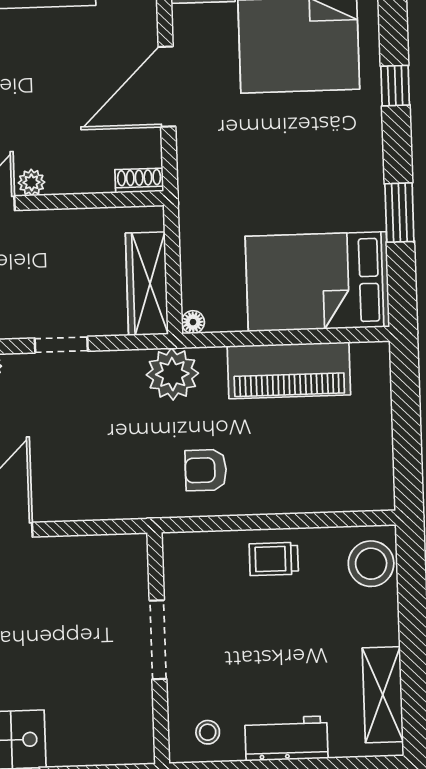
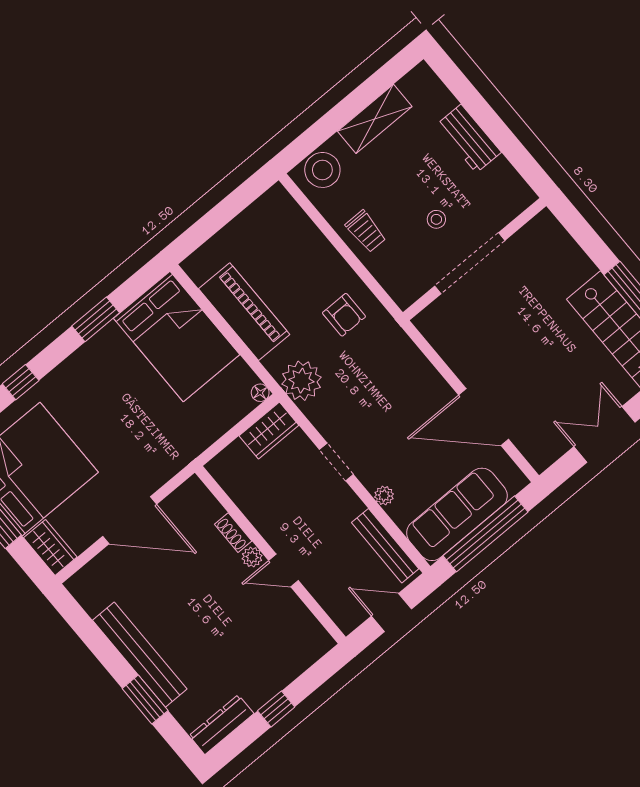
shoe rack: (139, 180) -> (233, 533), moved
wardrobe: (147, 284) -> (269, 431), width x0.67
doorway: (158, 640) -> (470, 263), width x1.36
shelving: (383, 695) -> (375, 119), moved
stool: (208, 732) -> (436, 219), moved

